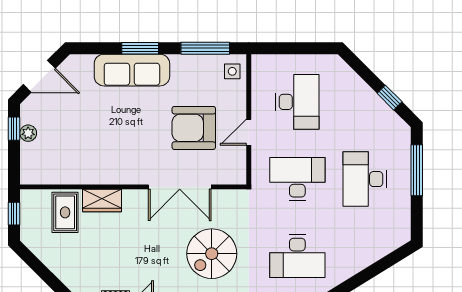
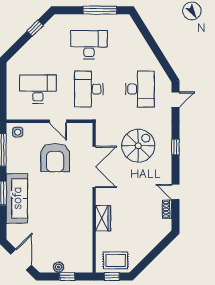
window: (14, 129) -> (67, 276), moved
window: (417, 170) -> (100, 10), moved
desk: (365, 179) -> (89, 45), turned 180
rug: (65, 212) -> (116, 260), moved
spiral stairs: (212, 254) -> (138, 146), turned -90

